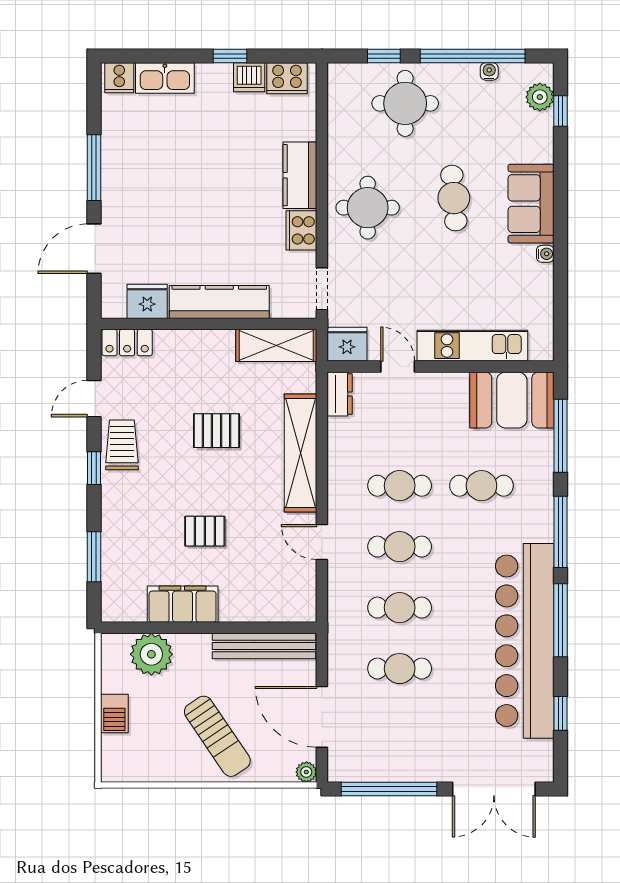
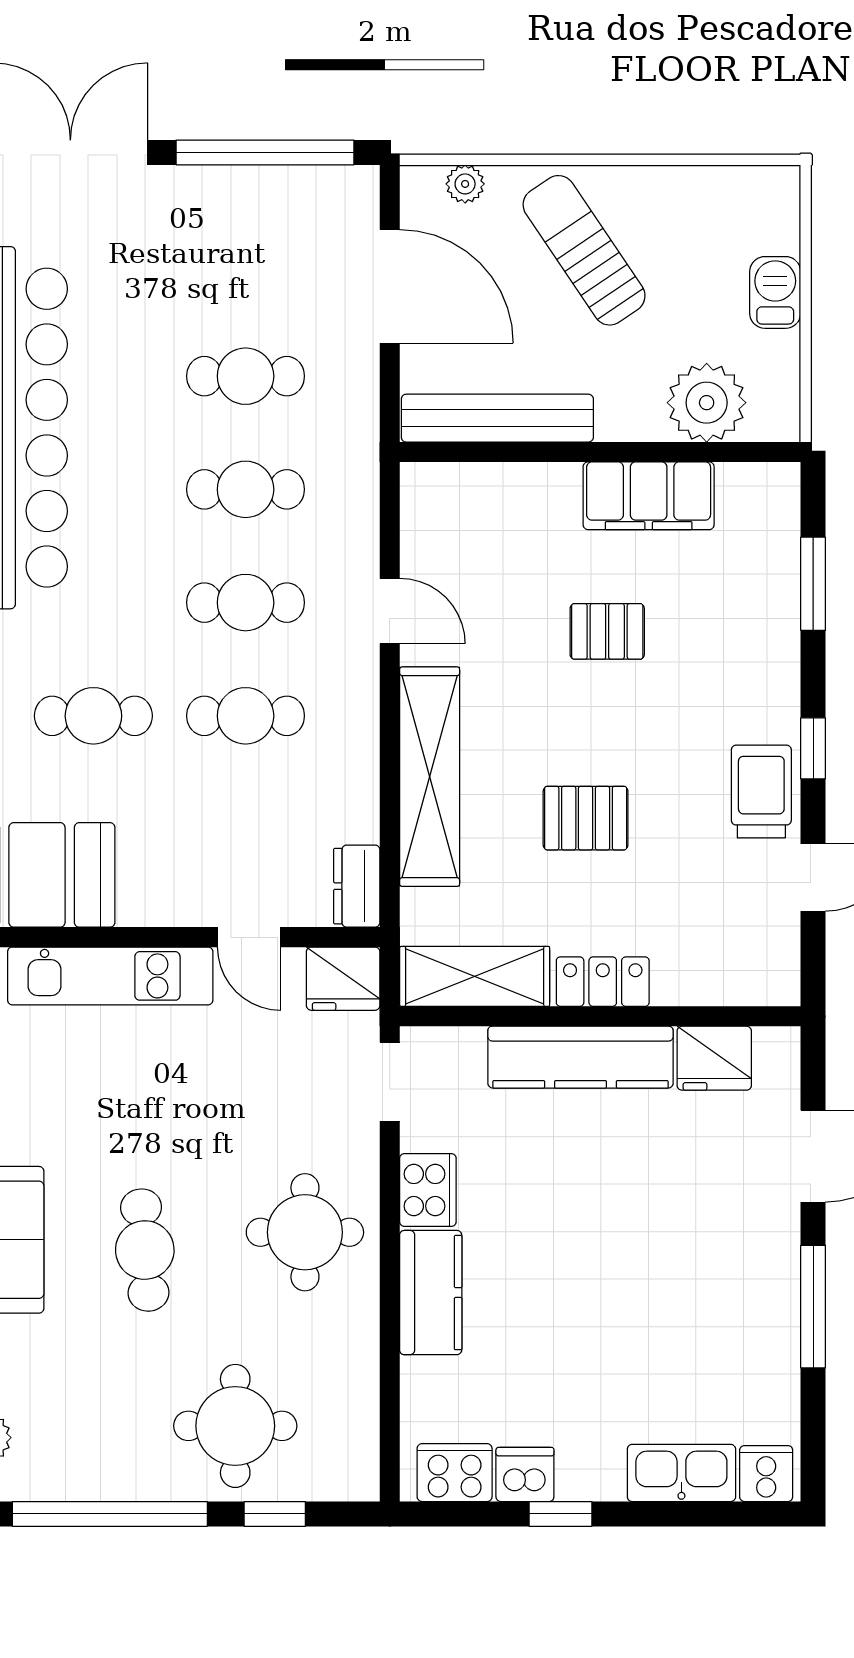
water cooler: (489, 71) -> (79, 1485), removed
locker: (127, 343) -> (603, 982), moved
trolley: (122, 445) -> (761, 792), turned 180
plant: (306, 772) -> (465, 184), moved

